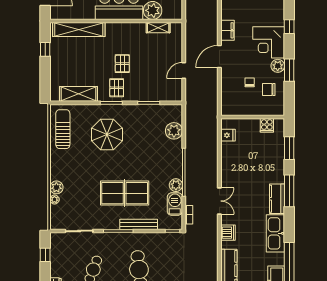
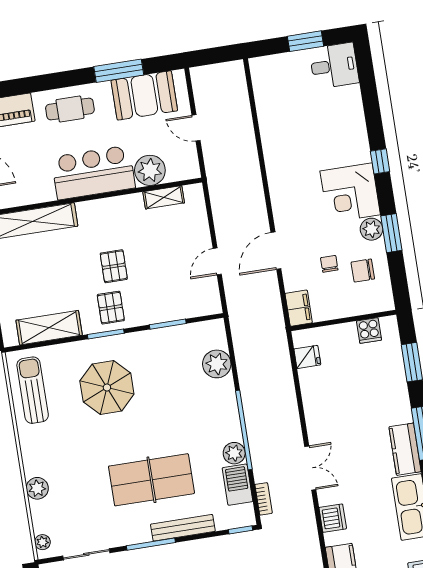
filing cabinet: (227, 30) -> (299, 308), moved
door: (219, 57) -> (276, 251), moved
plant: (54, 200) -> (42, 542), moved

